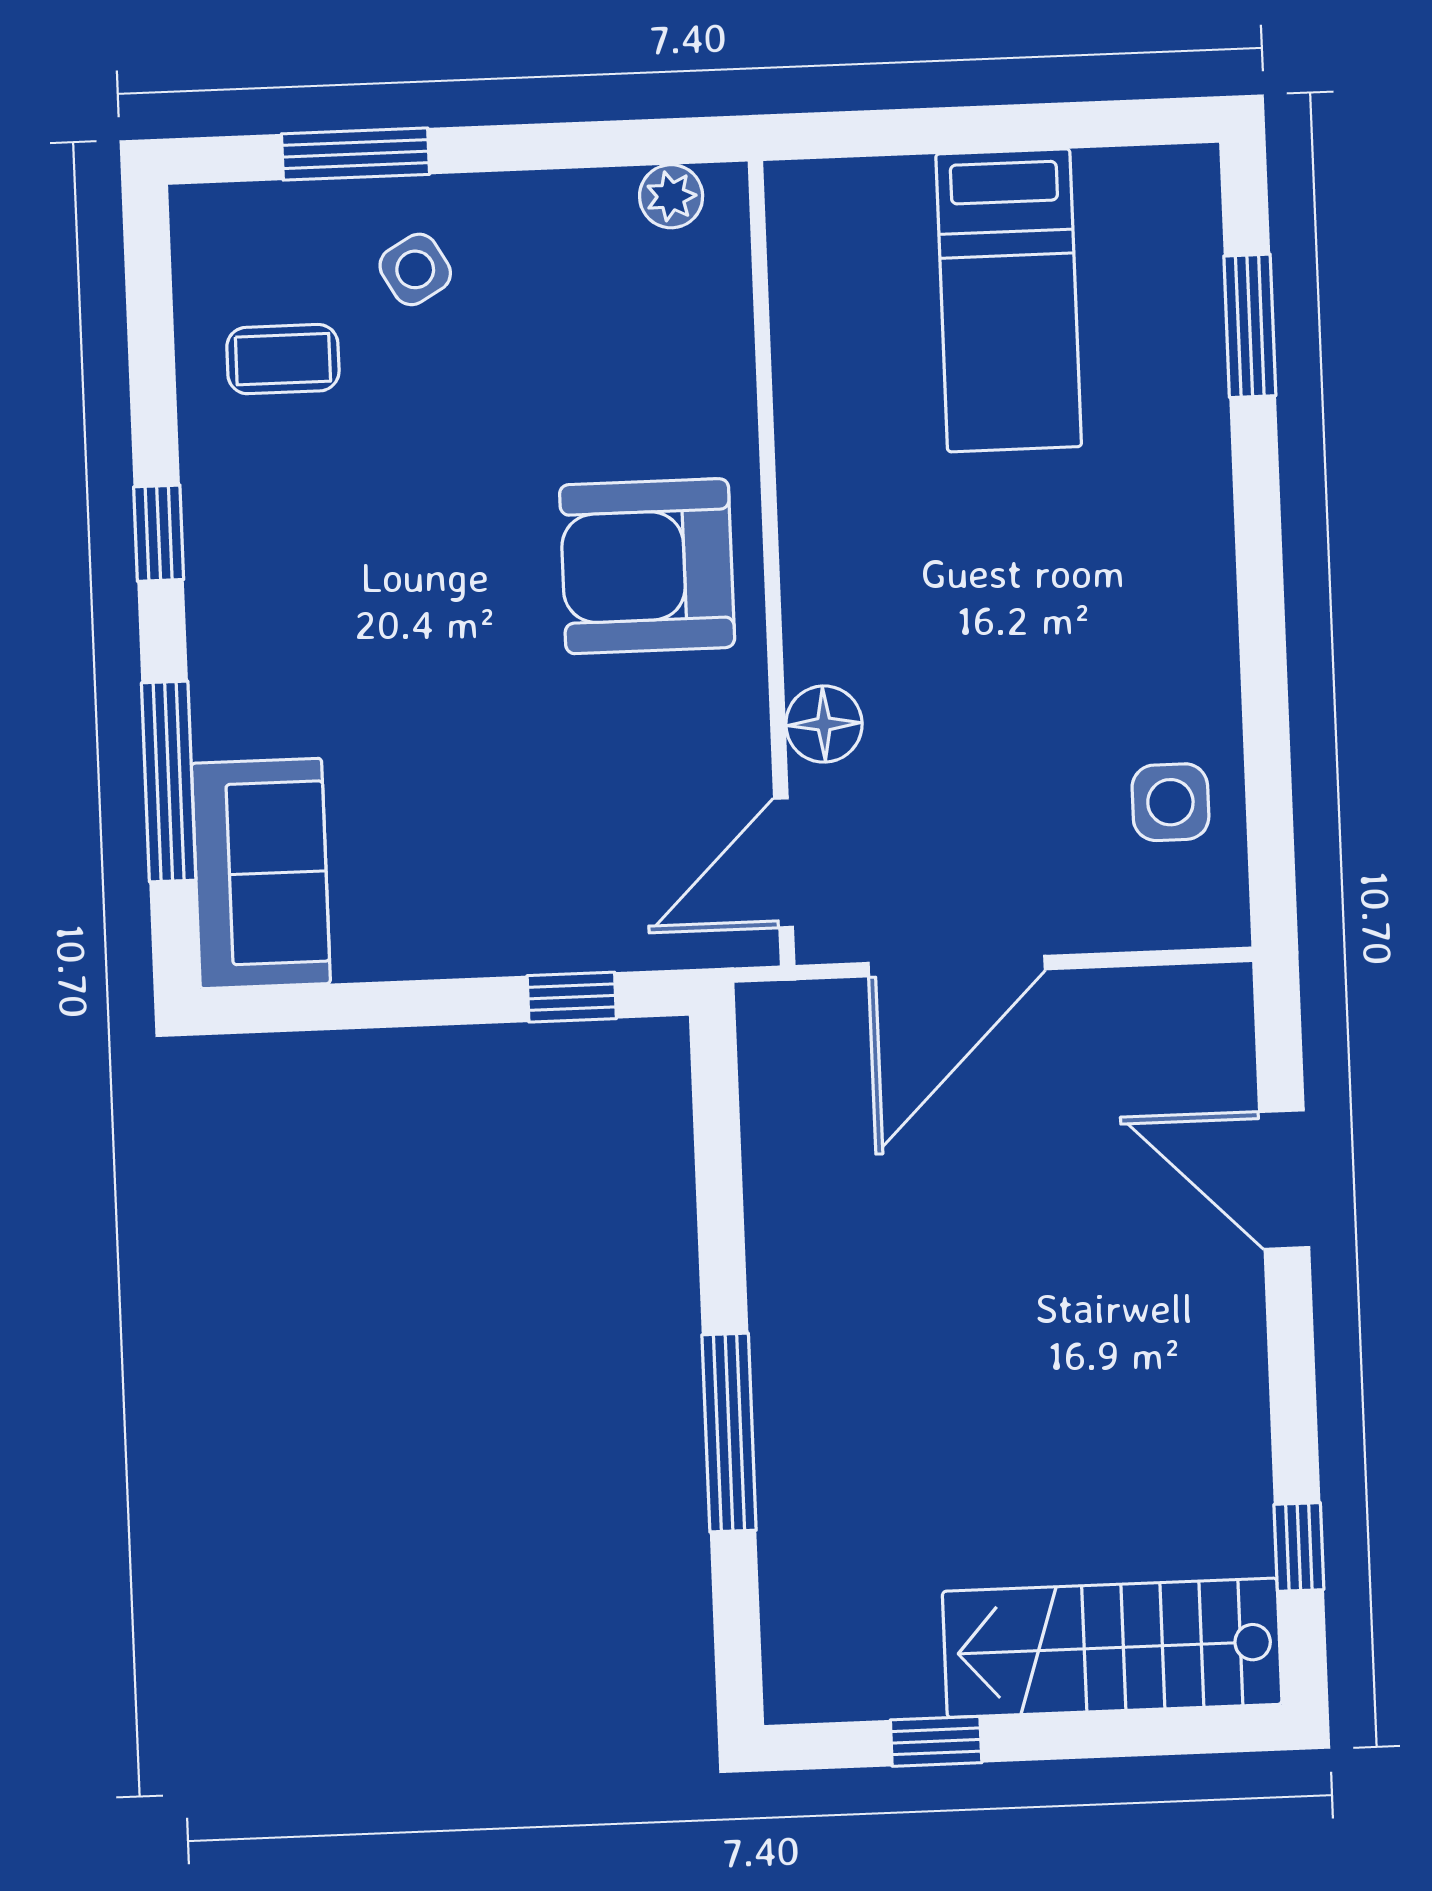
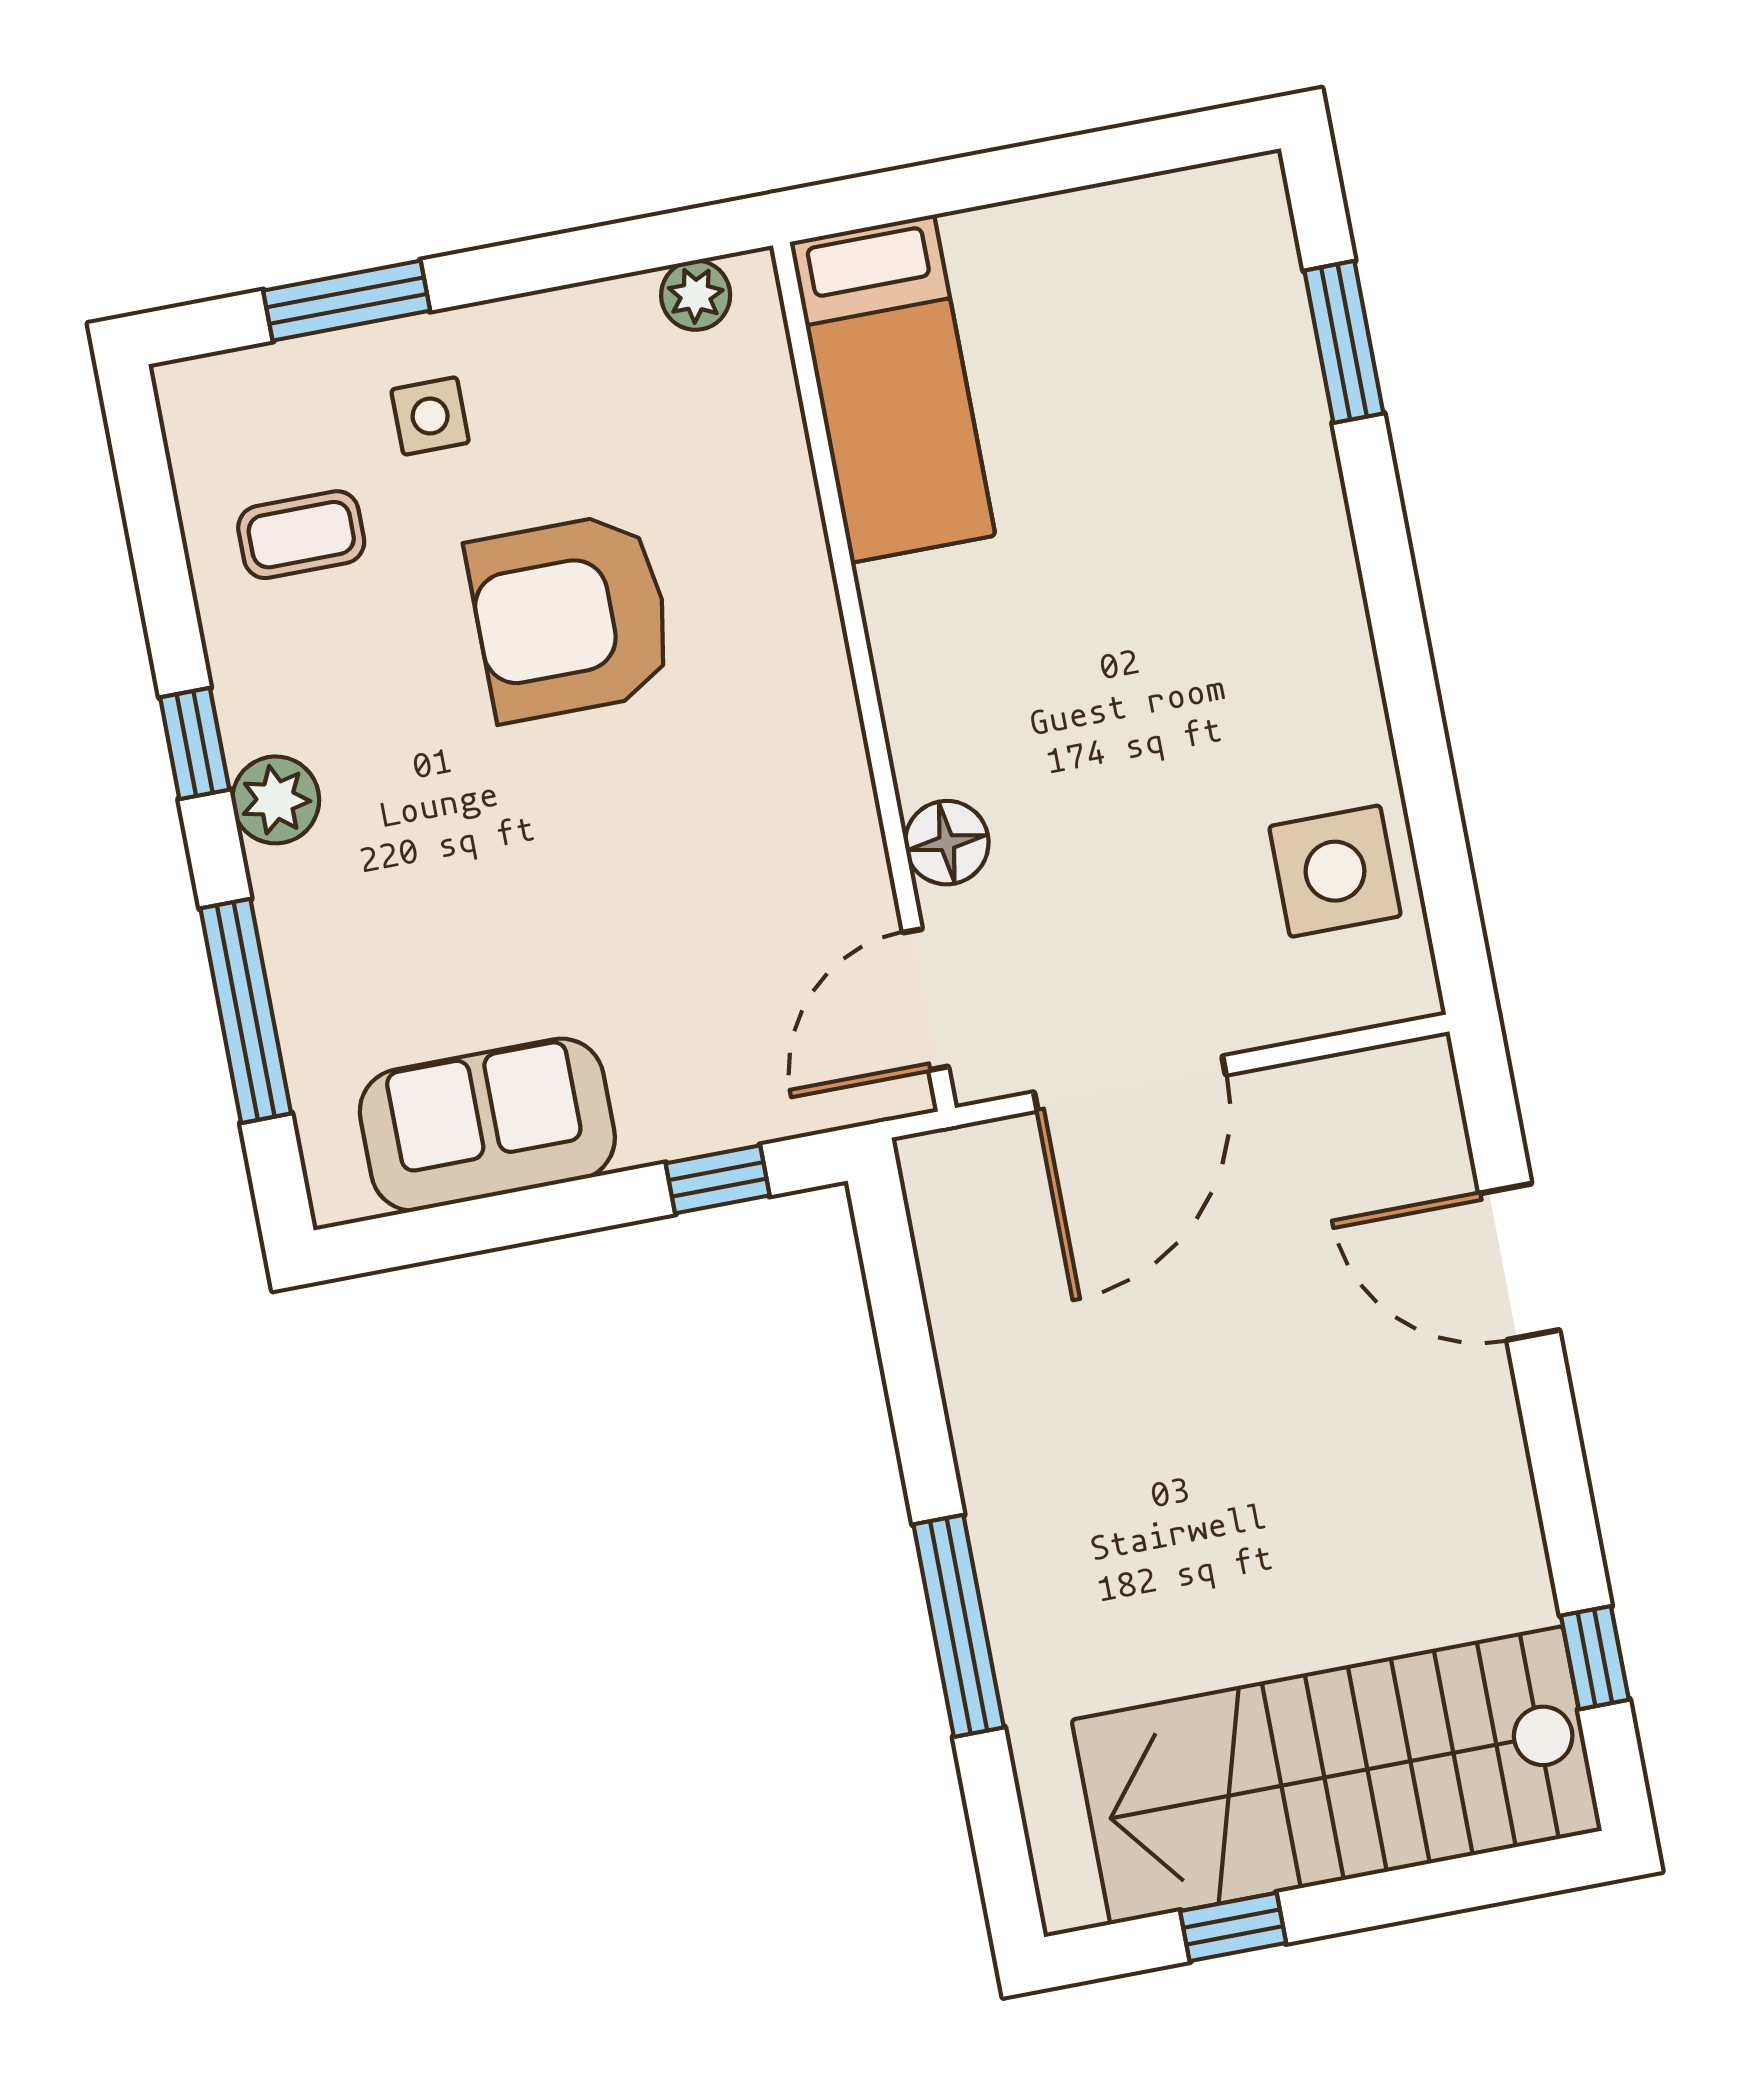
side table: (415, 269) -> (430, 416), turned 30
bed: (1009, 300) -> (892, 389), moved
armchair: (647, 566) -> (571, 617), moved
plant: (224, 595) -> (276, 800), added
side table: (1170, 802) -> (1335, 871), width x1.37, depth x1.37
sofa: (261, 873) -> (487, 1125), moved, turned -90
stairs: (1112, 1648) -> (1337, 1775), width x1.36, depth x1.51

